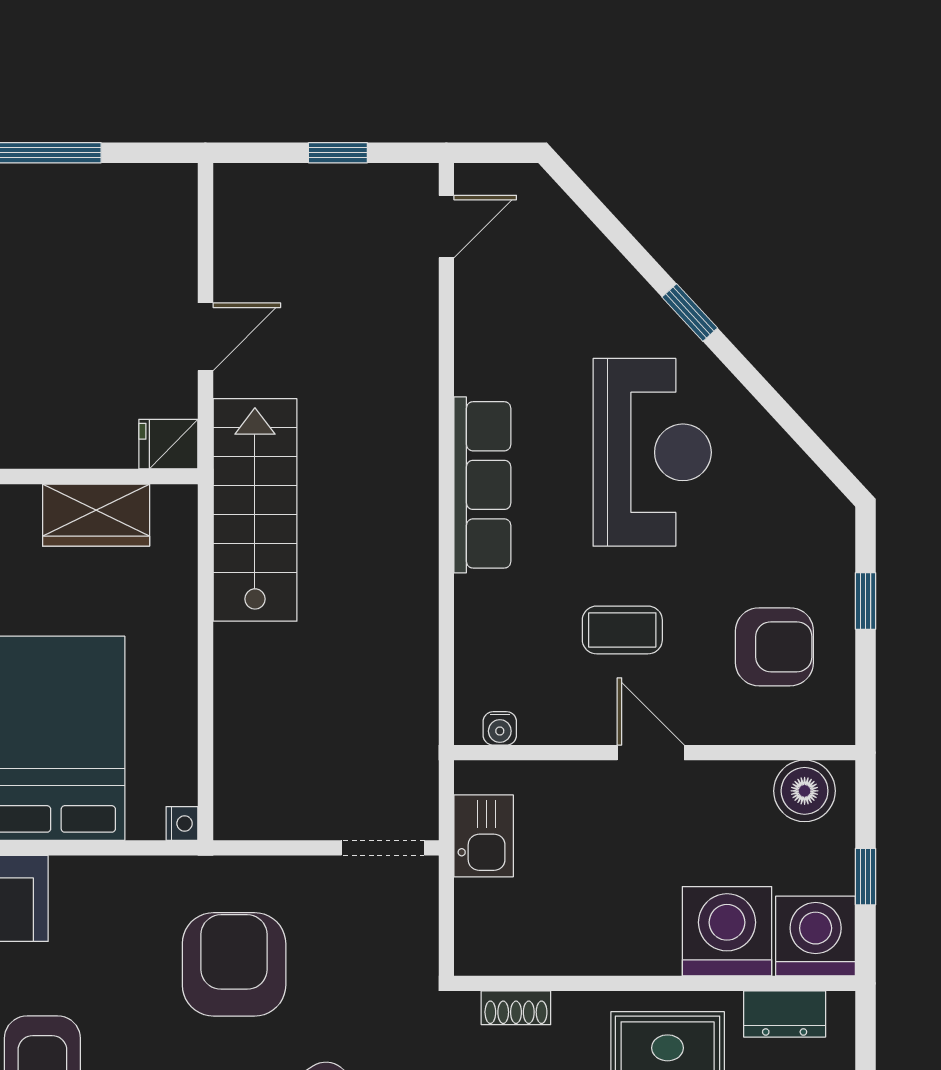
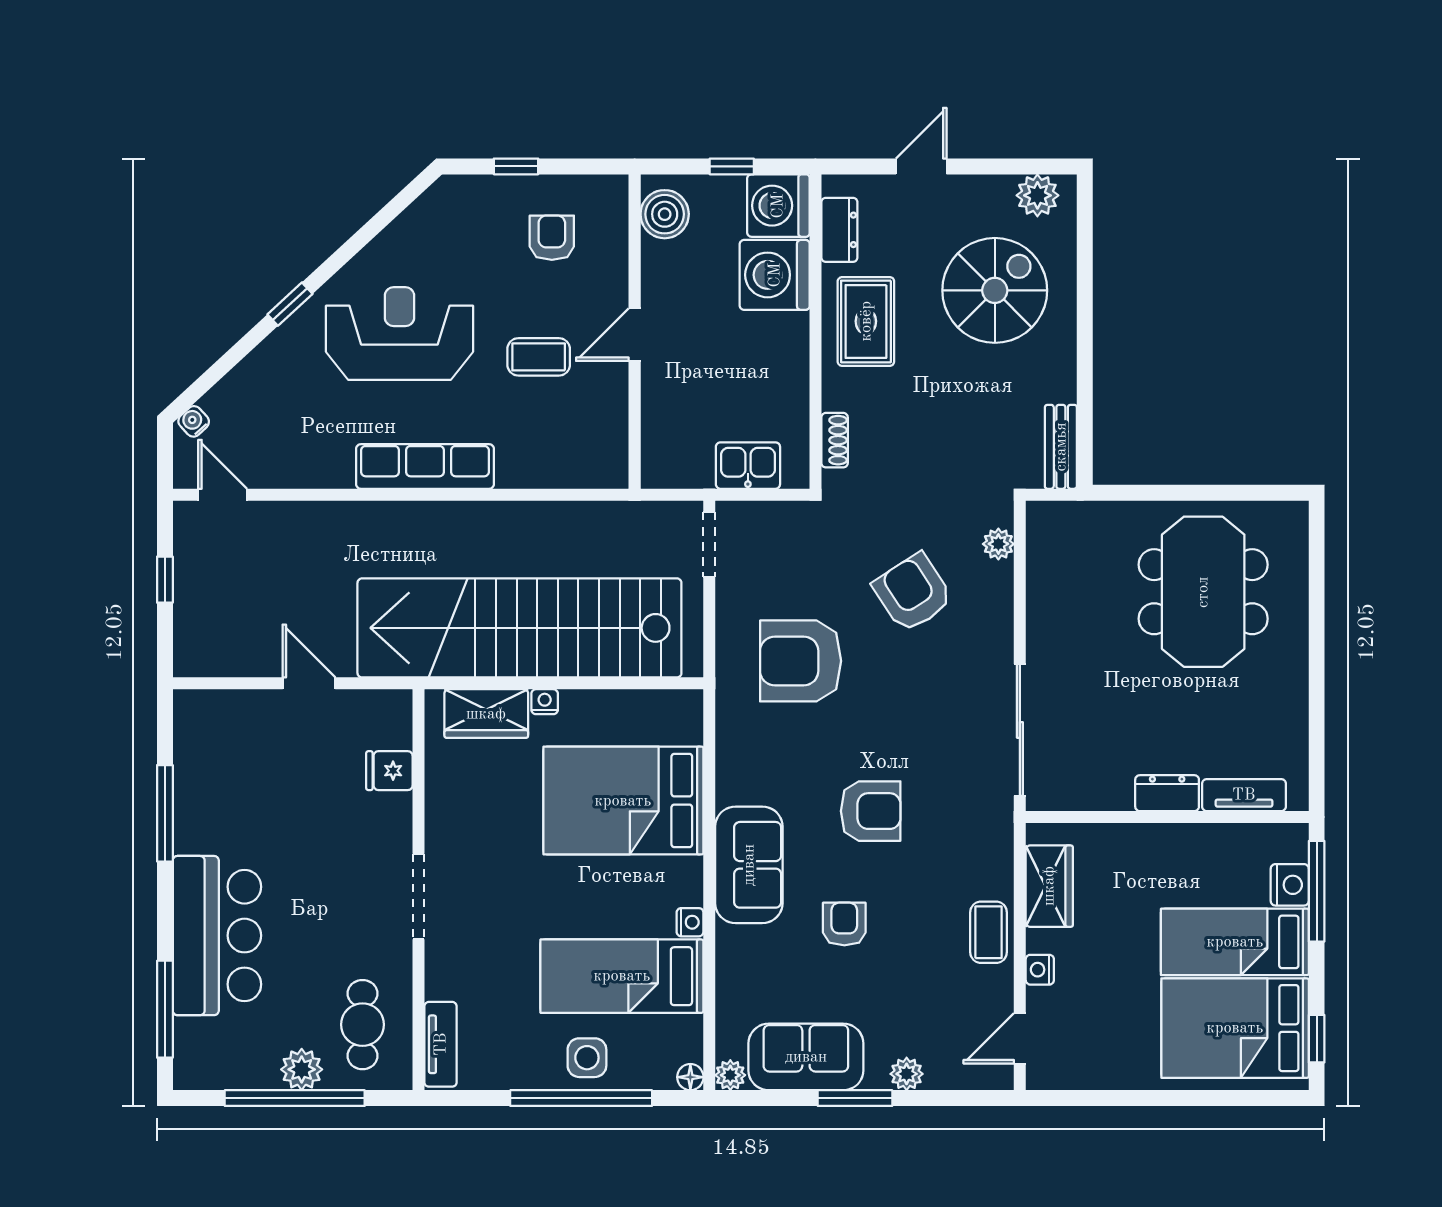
fridge: (168, 444) -> (389, 771), moved, turned 90
stairs: (255, 510) -> (519, 628), width x1.86, depth x1.51
wardrobe: (96, 515) -> (486, 714), moved, turned 90
coffee table: (622, 630) -> (539, 357), turned 90
armchair: (774, 647) -> (552, 238), width x0.72, depth x0.72
water cooler: (500, 728) -> (194, 421), moved, turned -133
nightstand: (182, 823) -> (545, 702), moved
kitchen sink: (484, 836) -> (748, 466), moved

